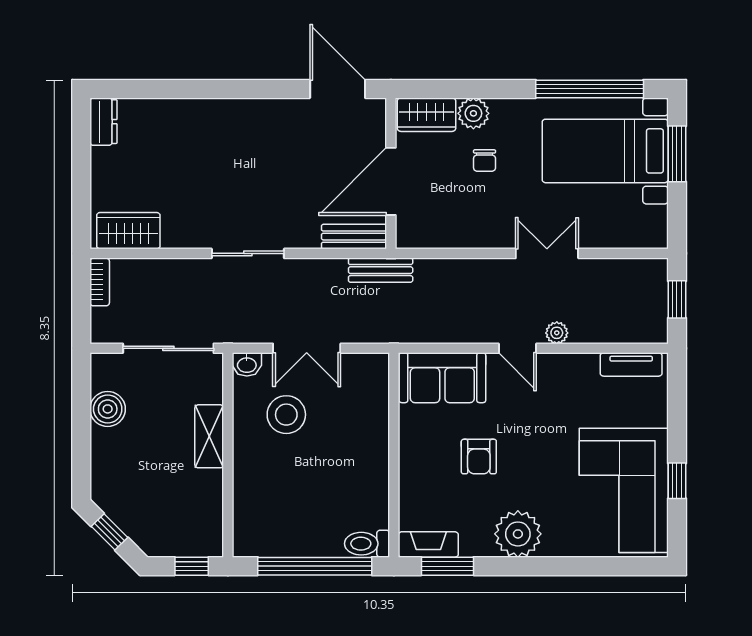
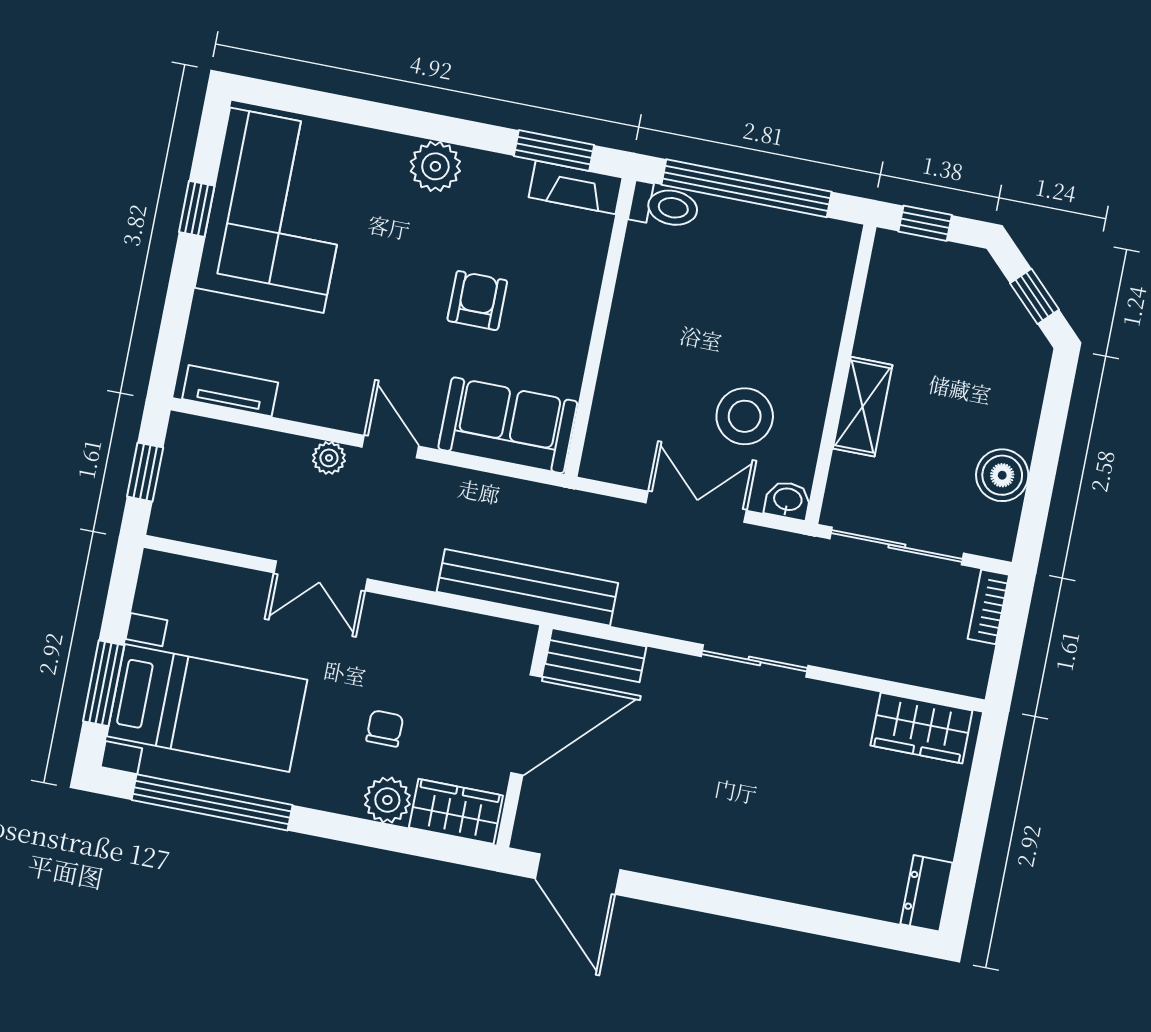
bench: (381, 270) -> (527, 587), width x1.86, depth x1.21
bookcase: (100, 282) -> (988, 607), moved
plant: (518, 534) -> (435, 166), width x0.73, depth x0.73

